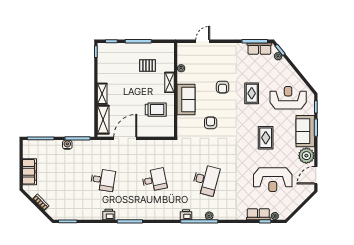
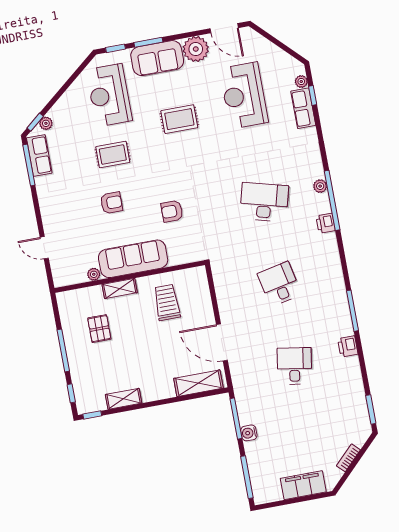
shelving: (102, 94) -> (124, 399), moved
sofa: (186, 99) -> (133, 259), width x1.36
reception desk: (273, 180) -> (244, 96), turned 180

